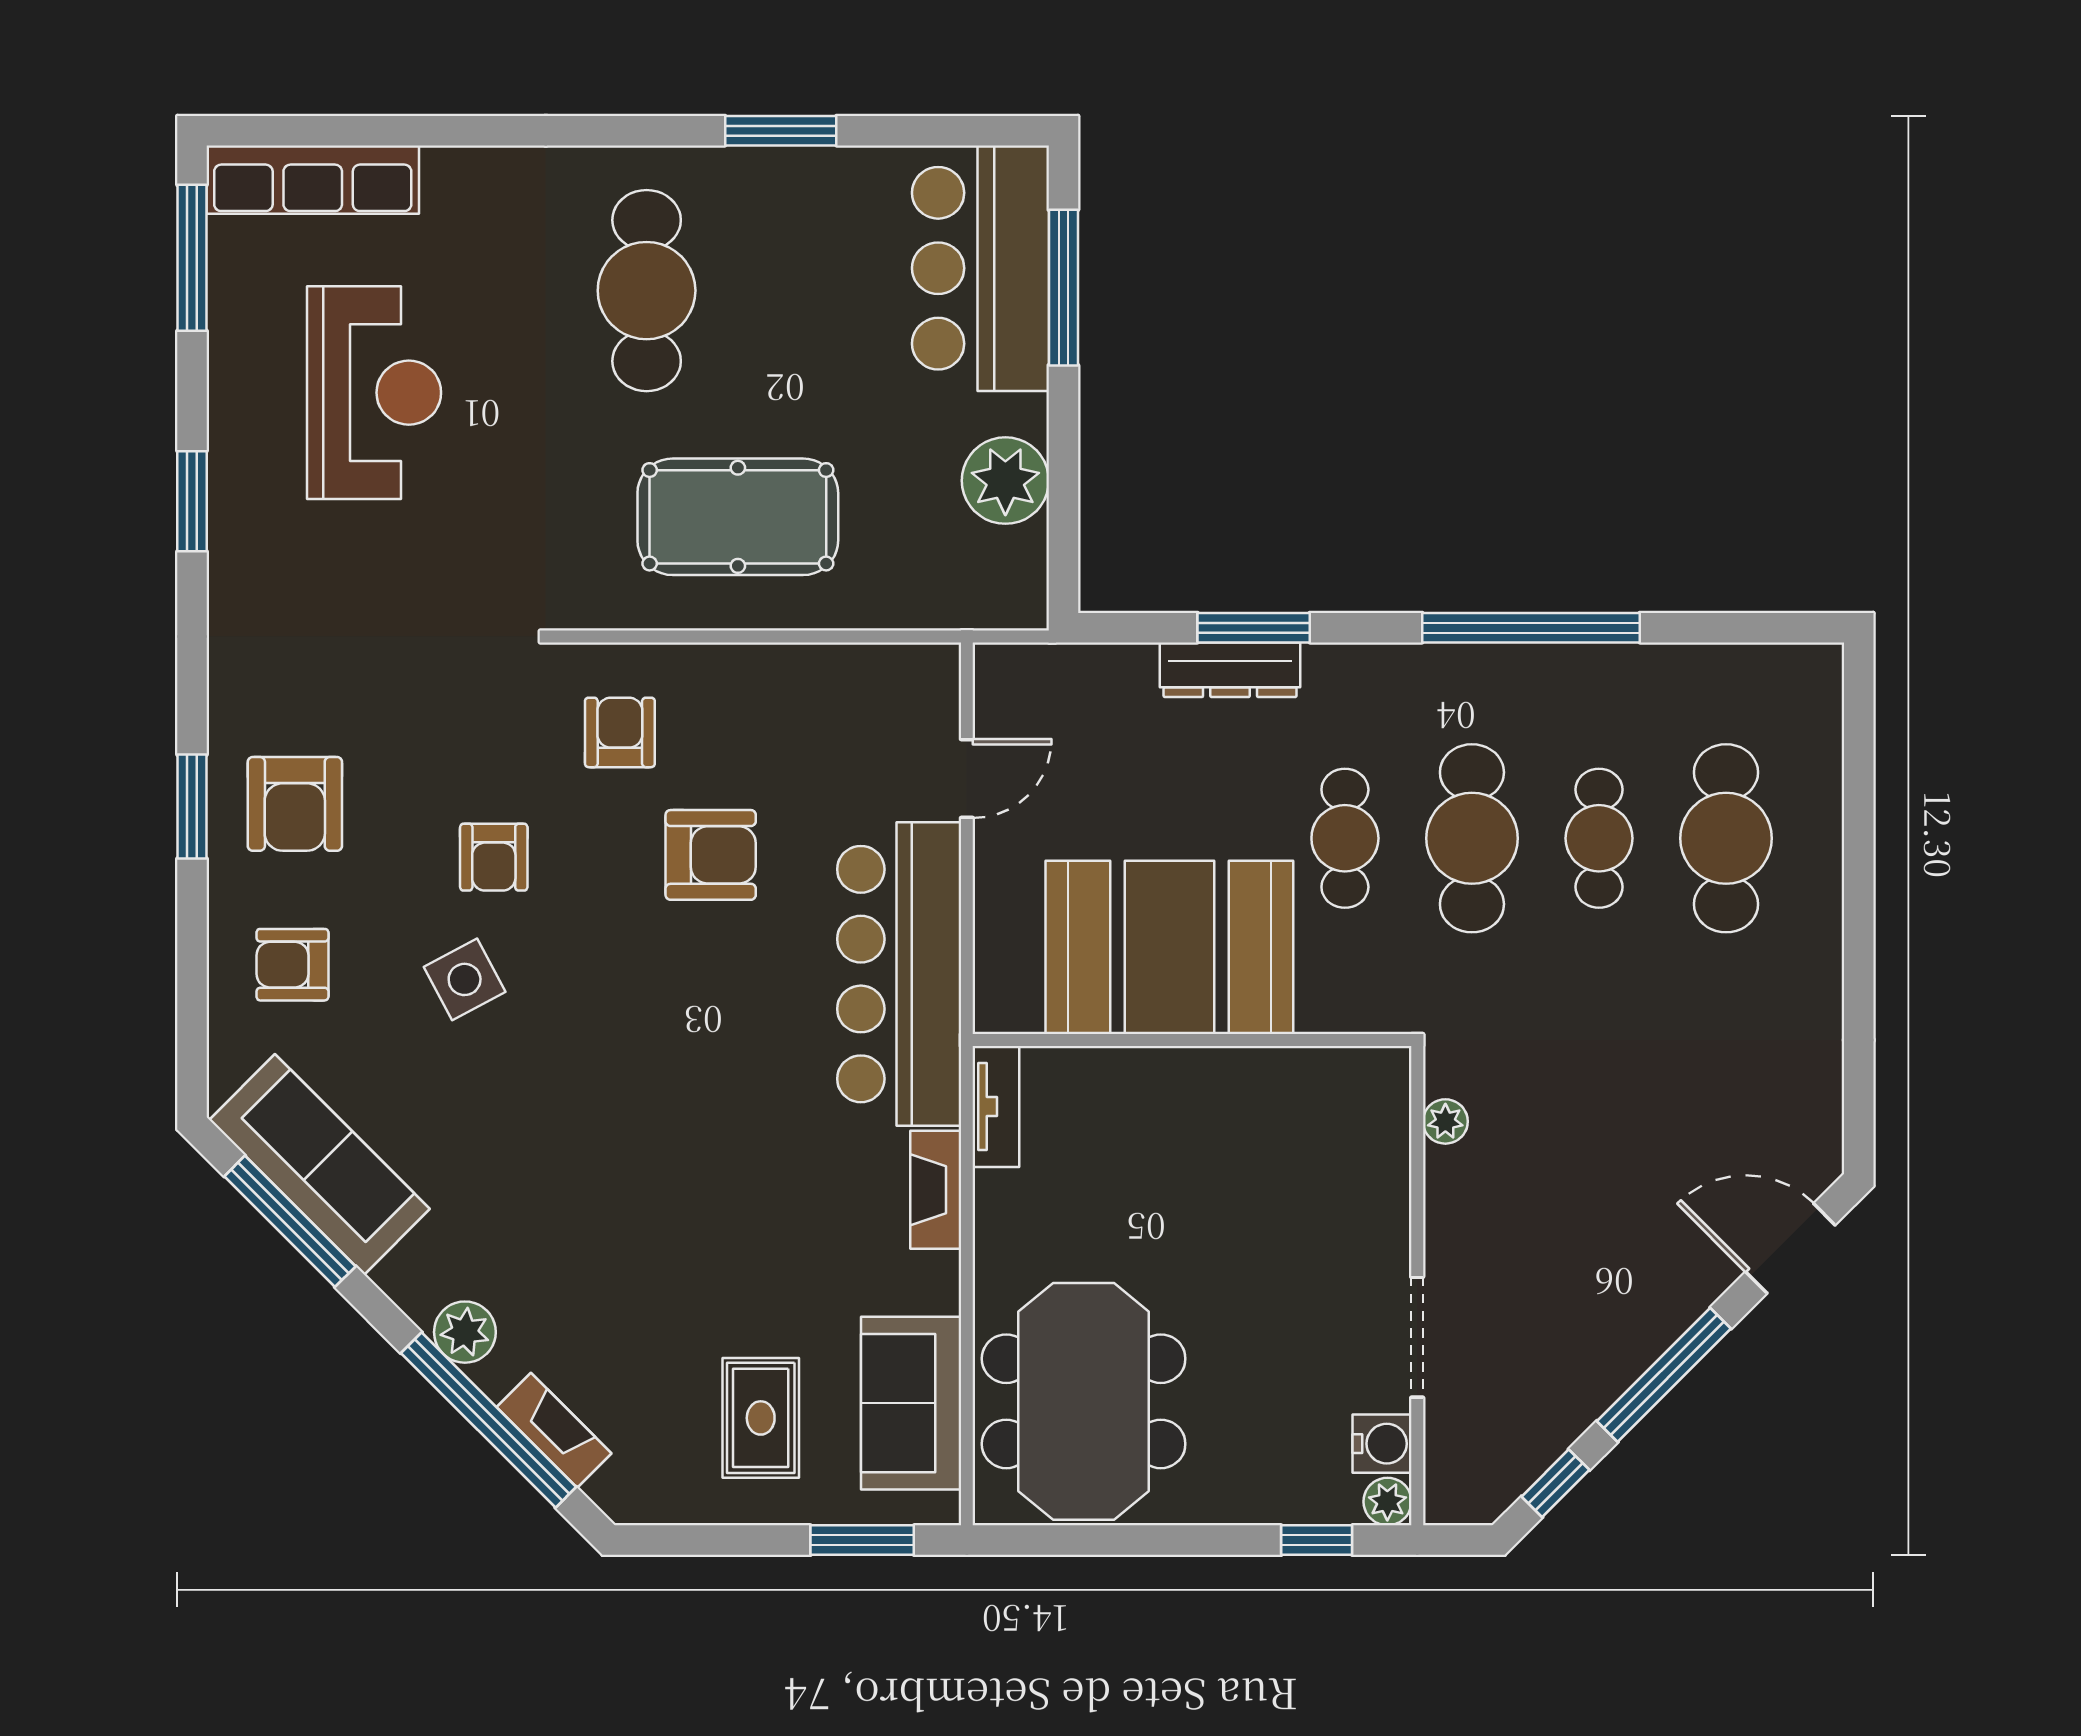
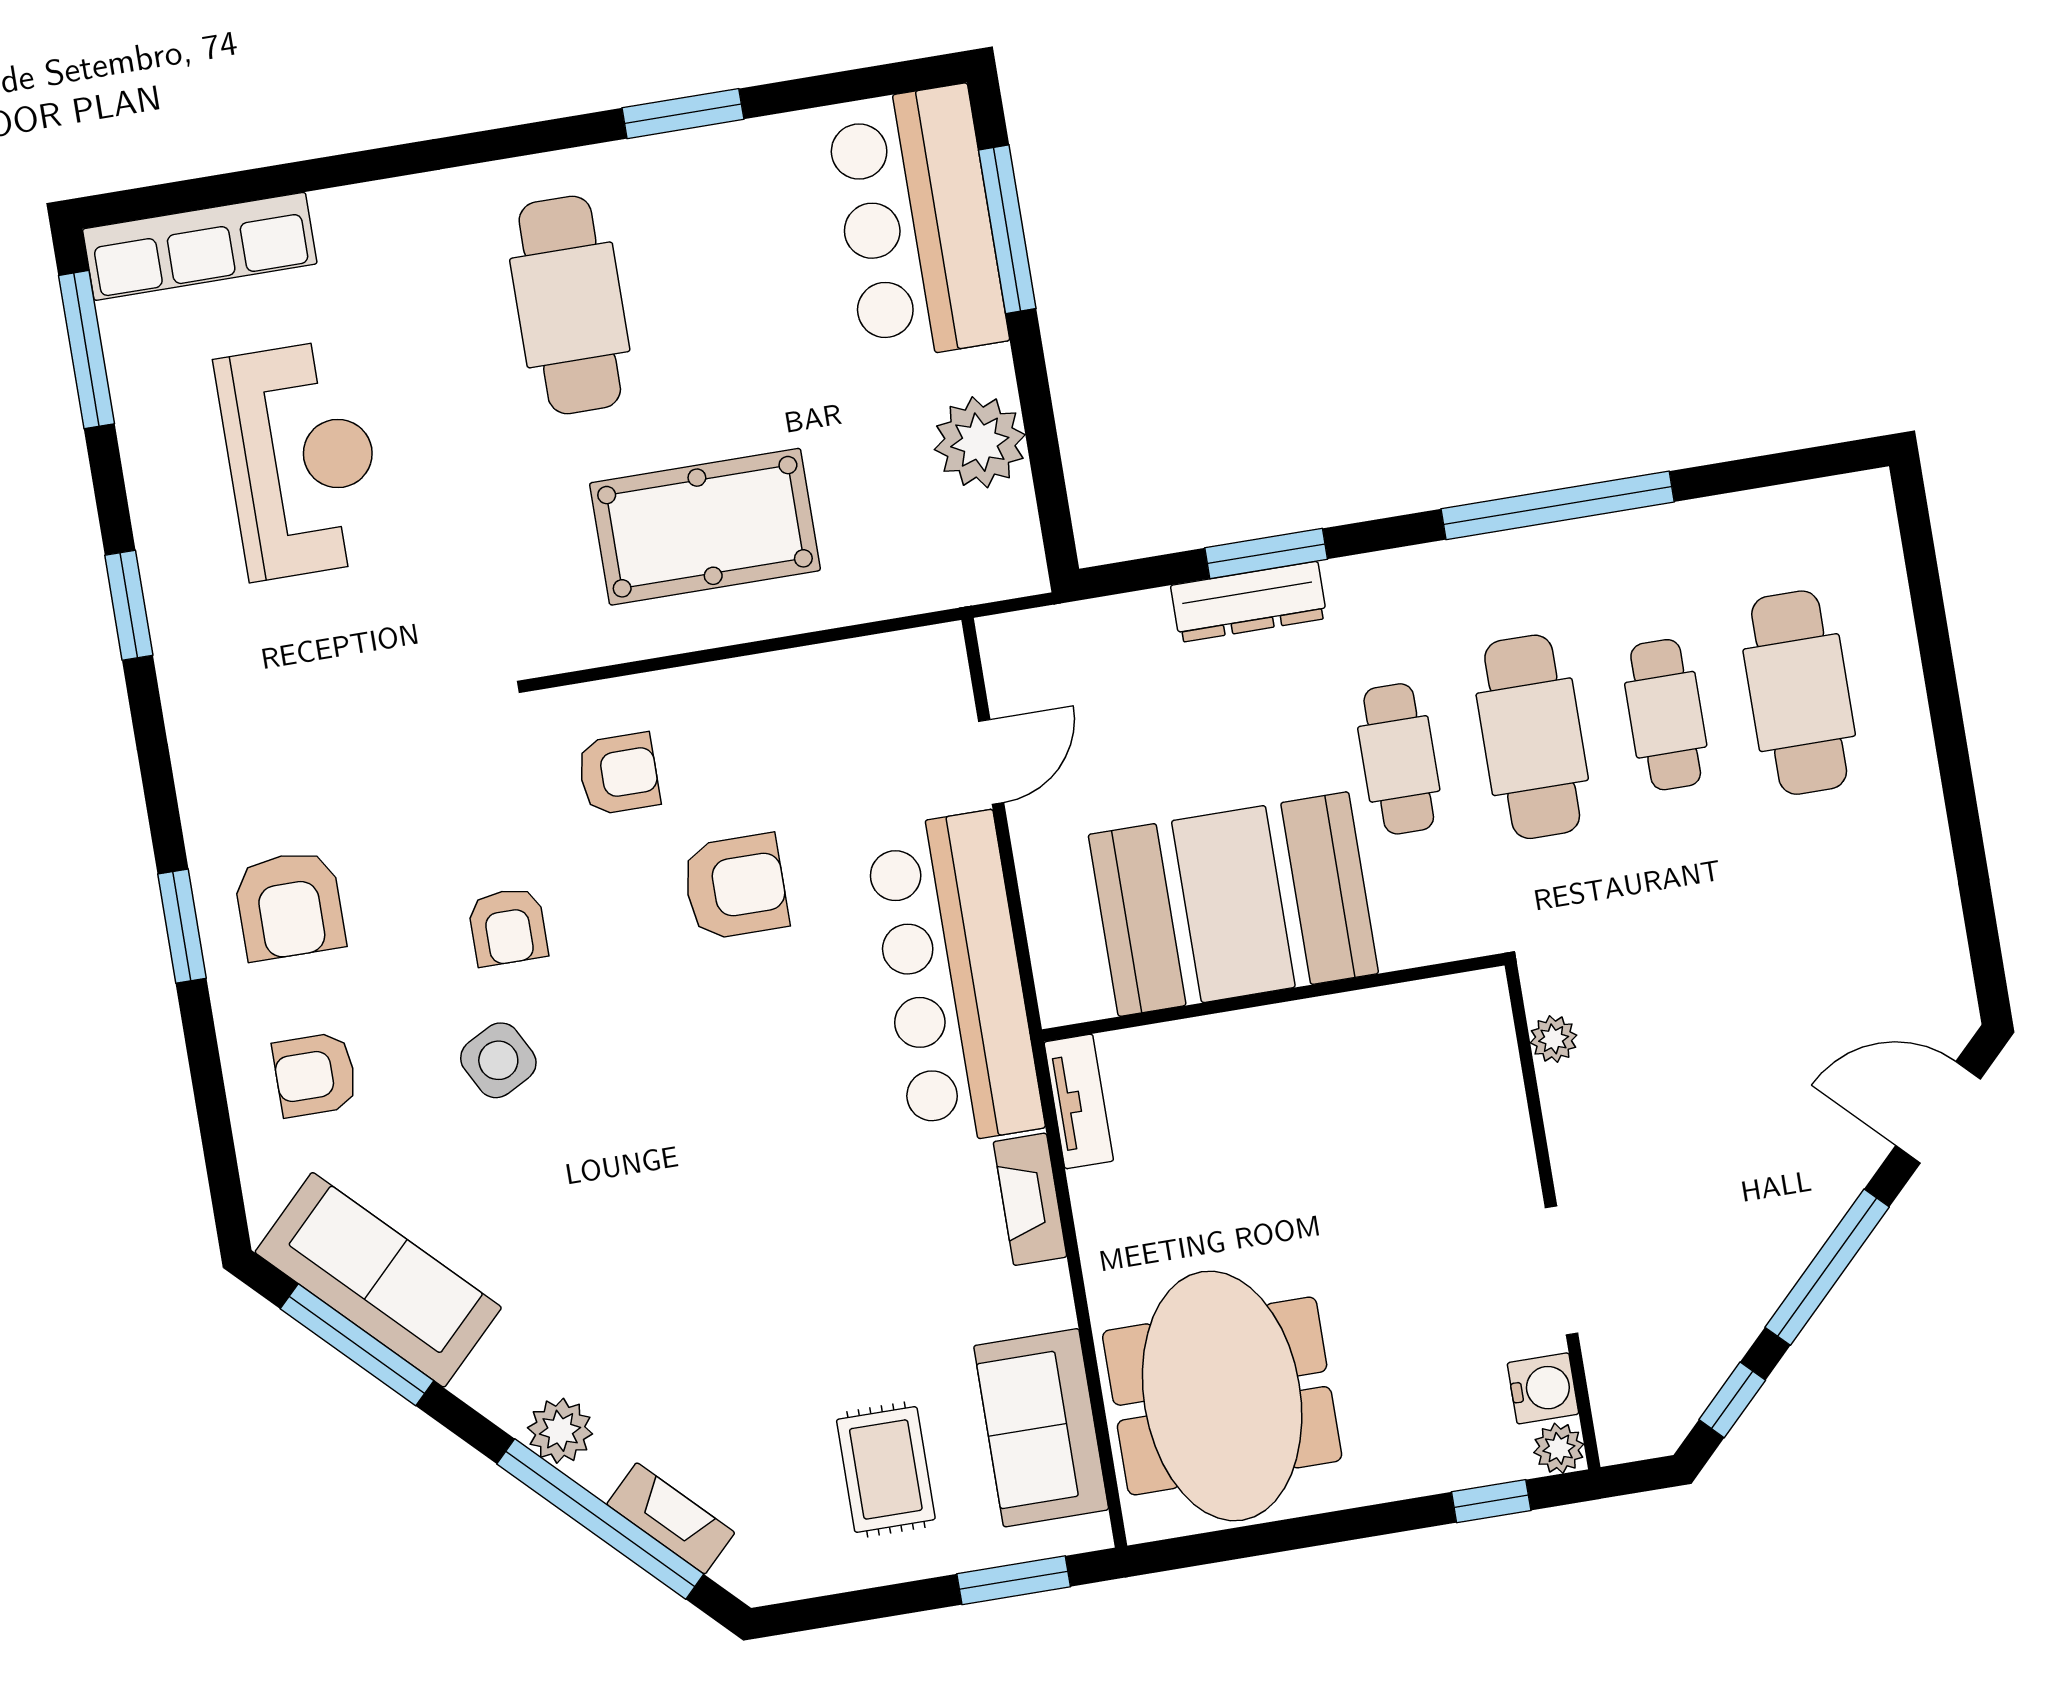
armchair: (620, 732) -> (619, 774), turned 90

